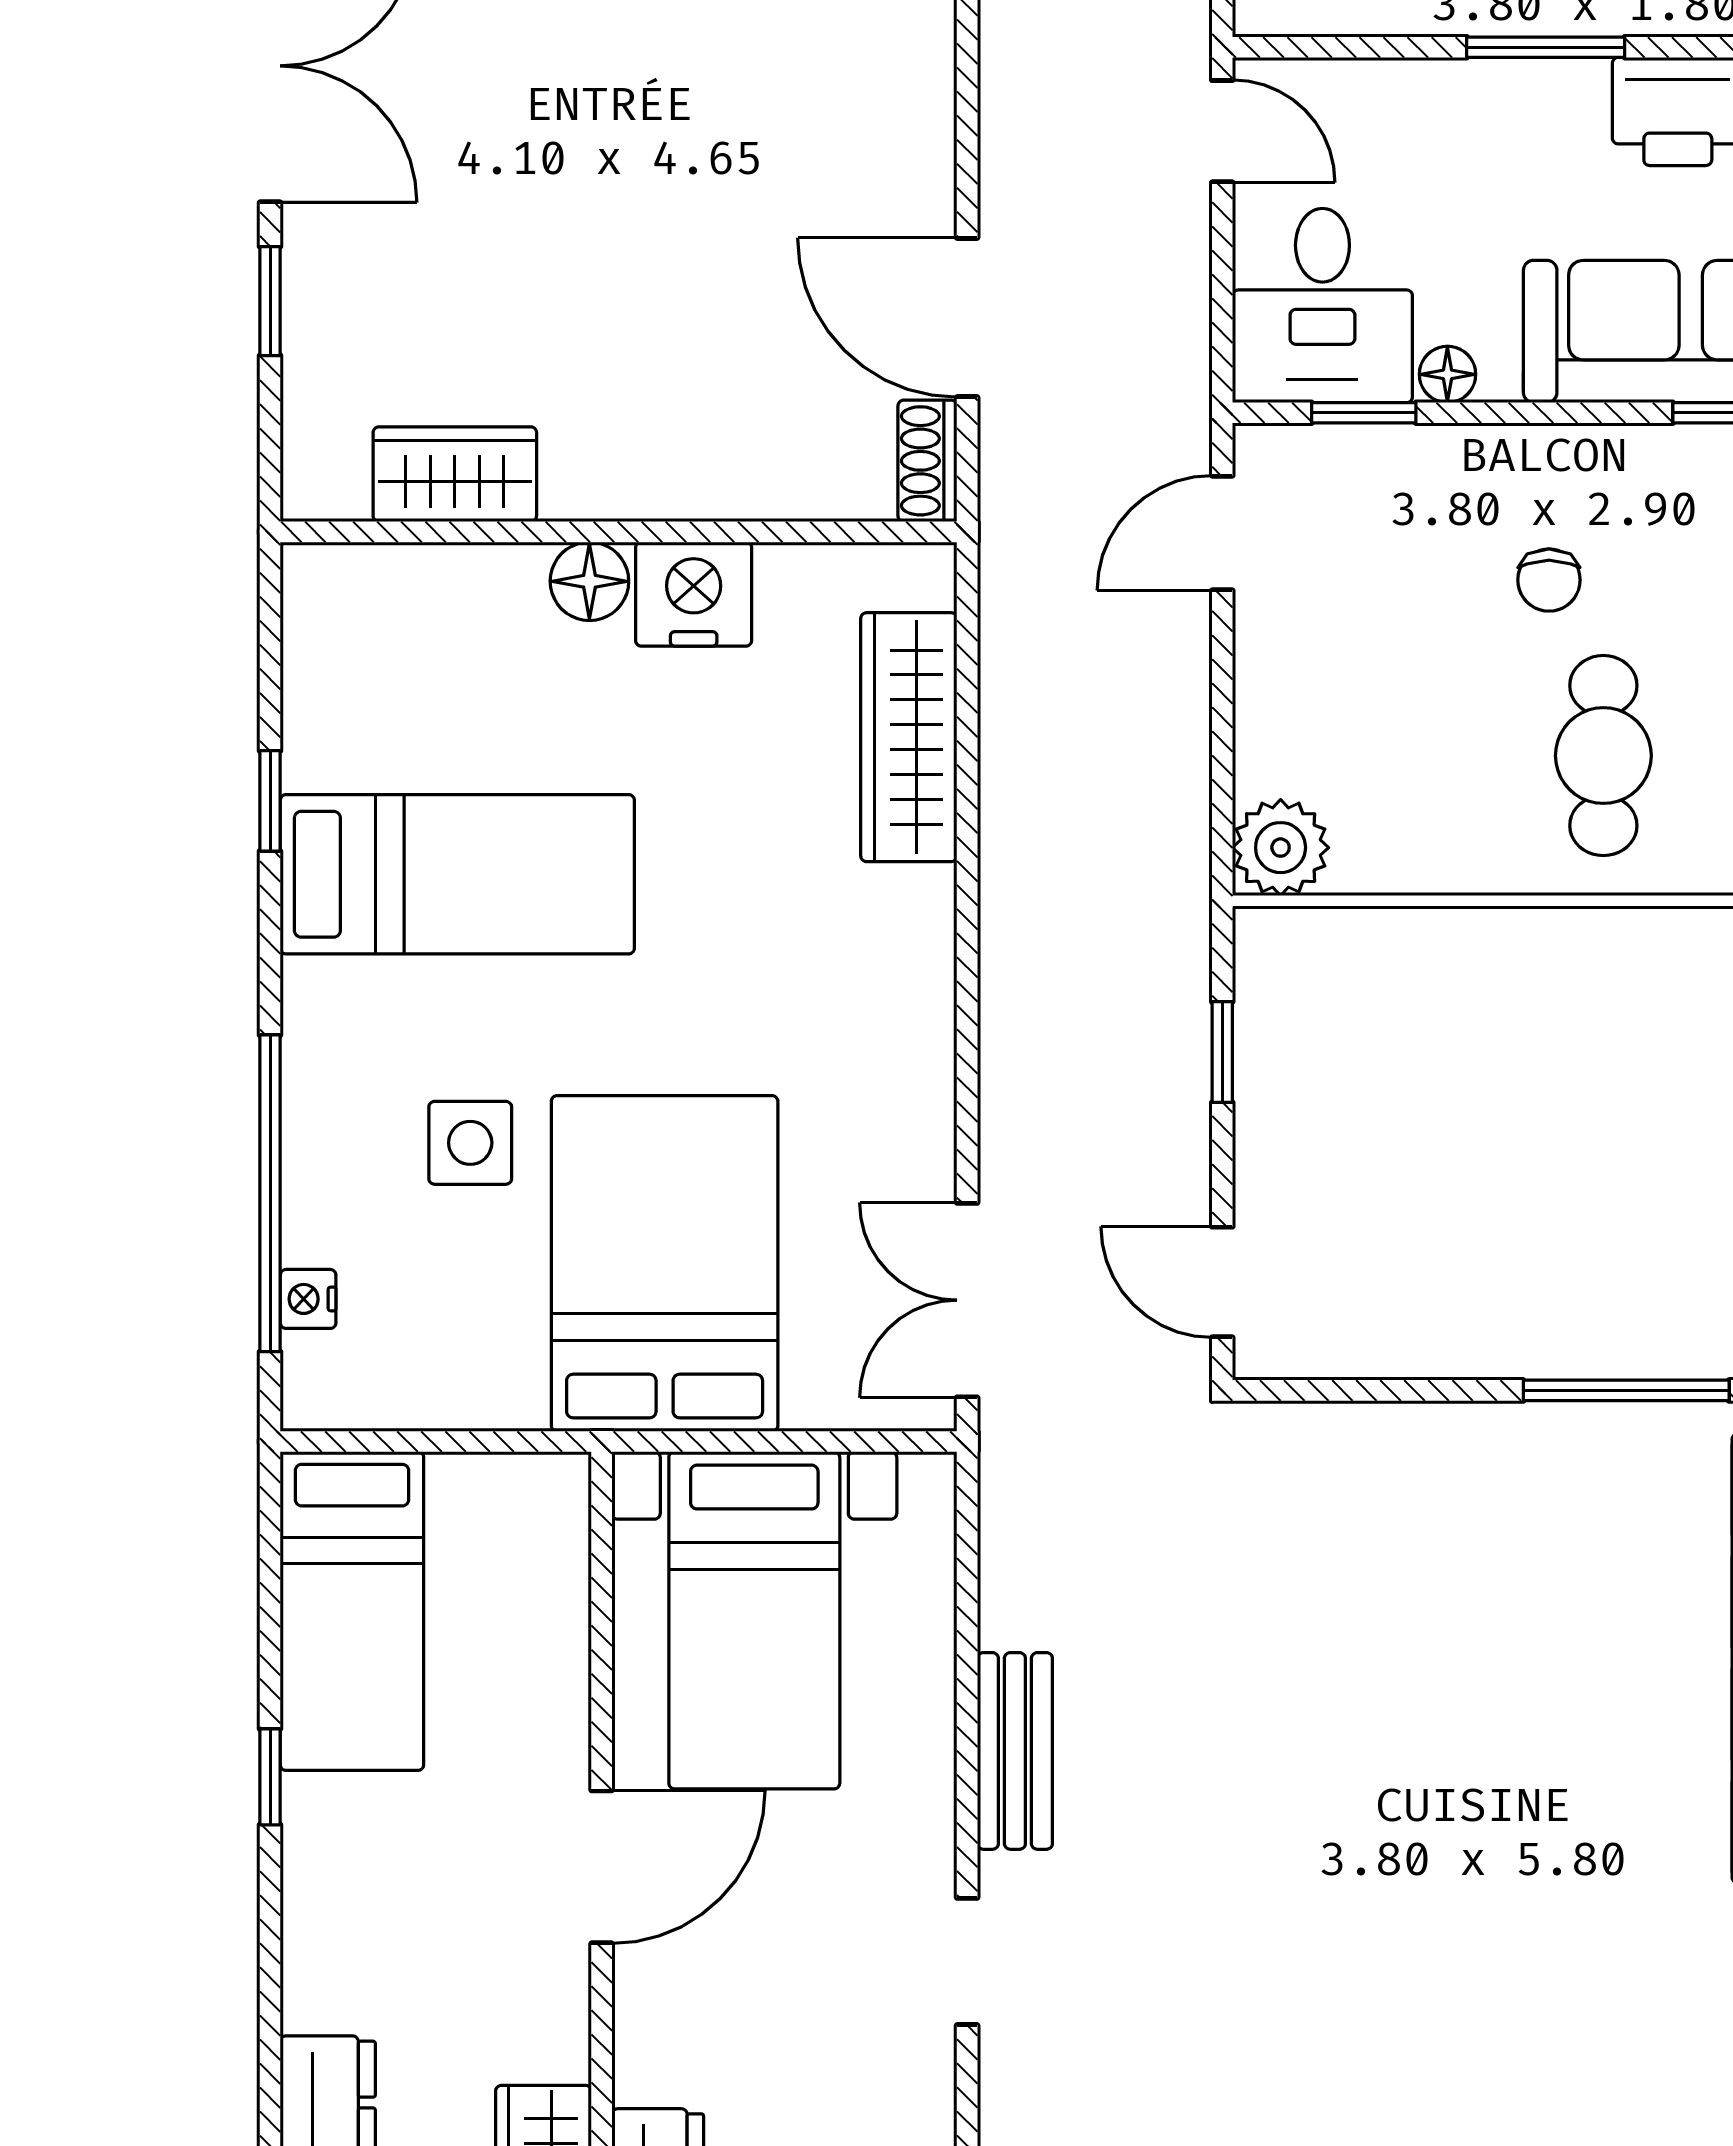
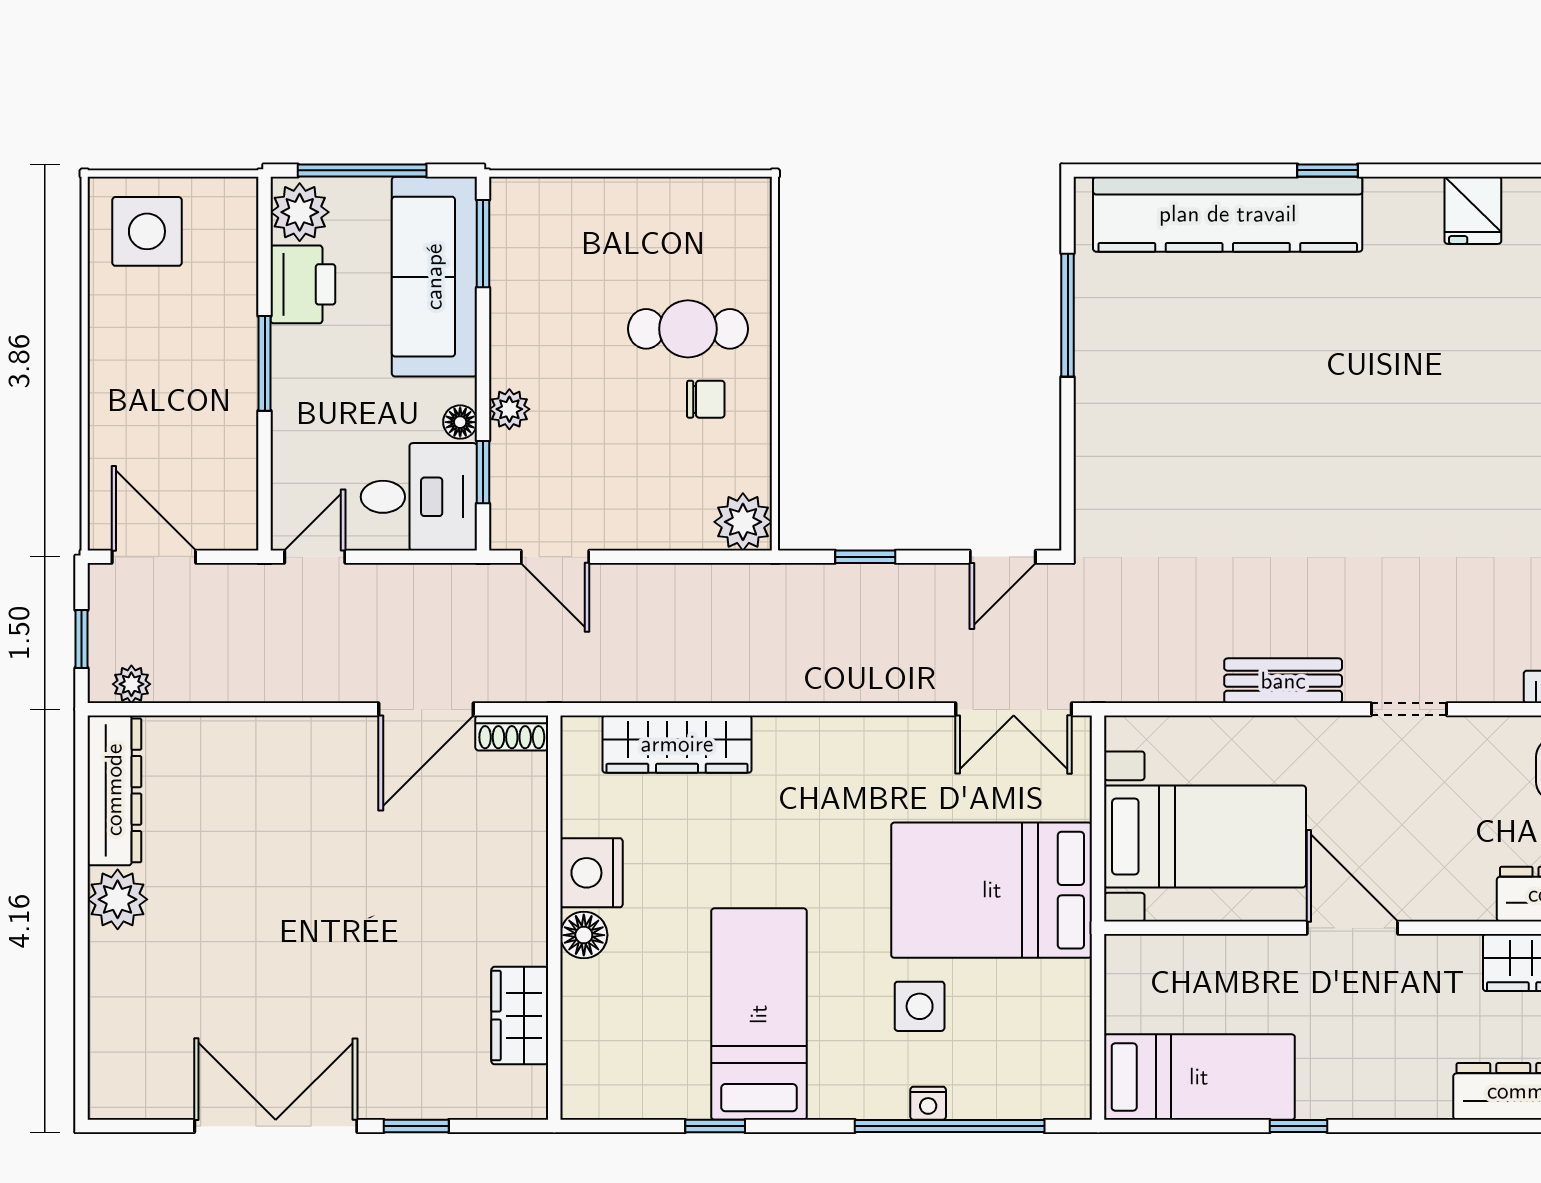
plant: (1469, 457) -> (509, 409), added
chair: (1549, 580) -> (706, 399), moved
nightstand: (308, 1299) -> (928, 1103), moved

